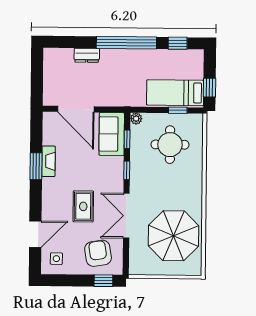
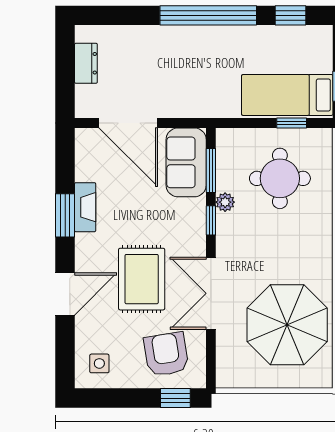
dresser: (87, 55) -> (86, 63), moved, turned -90
plant: (136, 119) -> (225, 202), moved
window: (127, 139) -> (211, 170), width x1.50
rug: (83, 206) -> (142, 279), width x1.36, depth x1.43
door: (35, 234) -> (65, 294), moved

